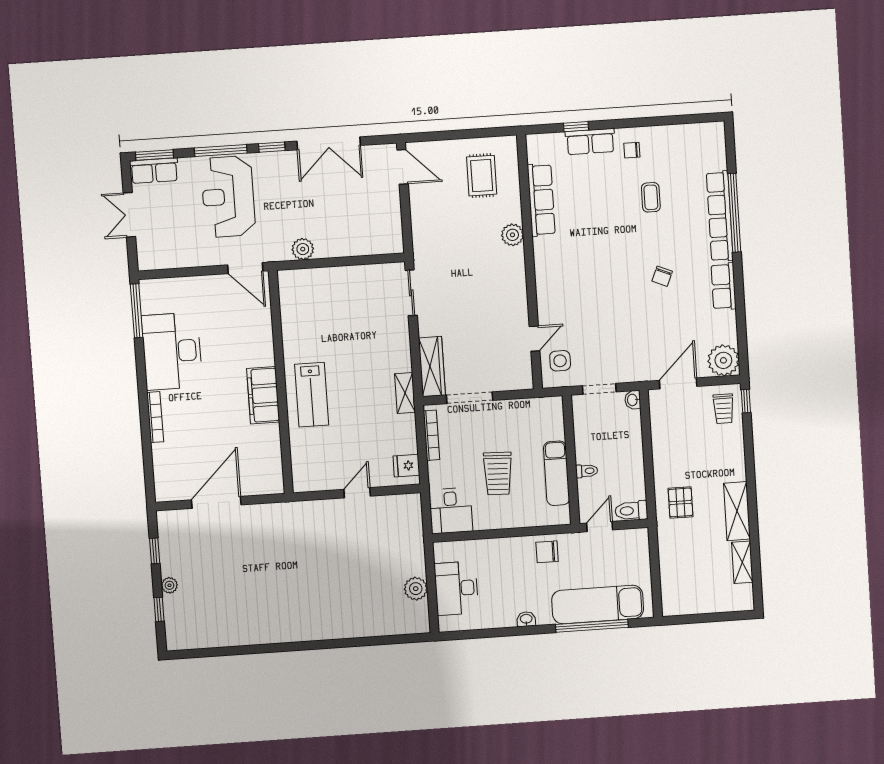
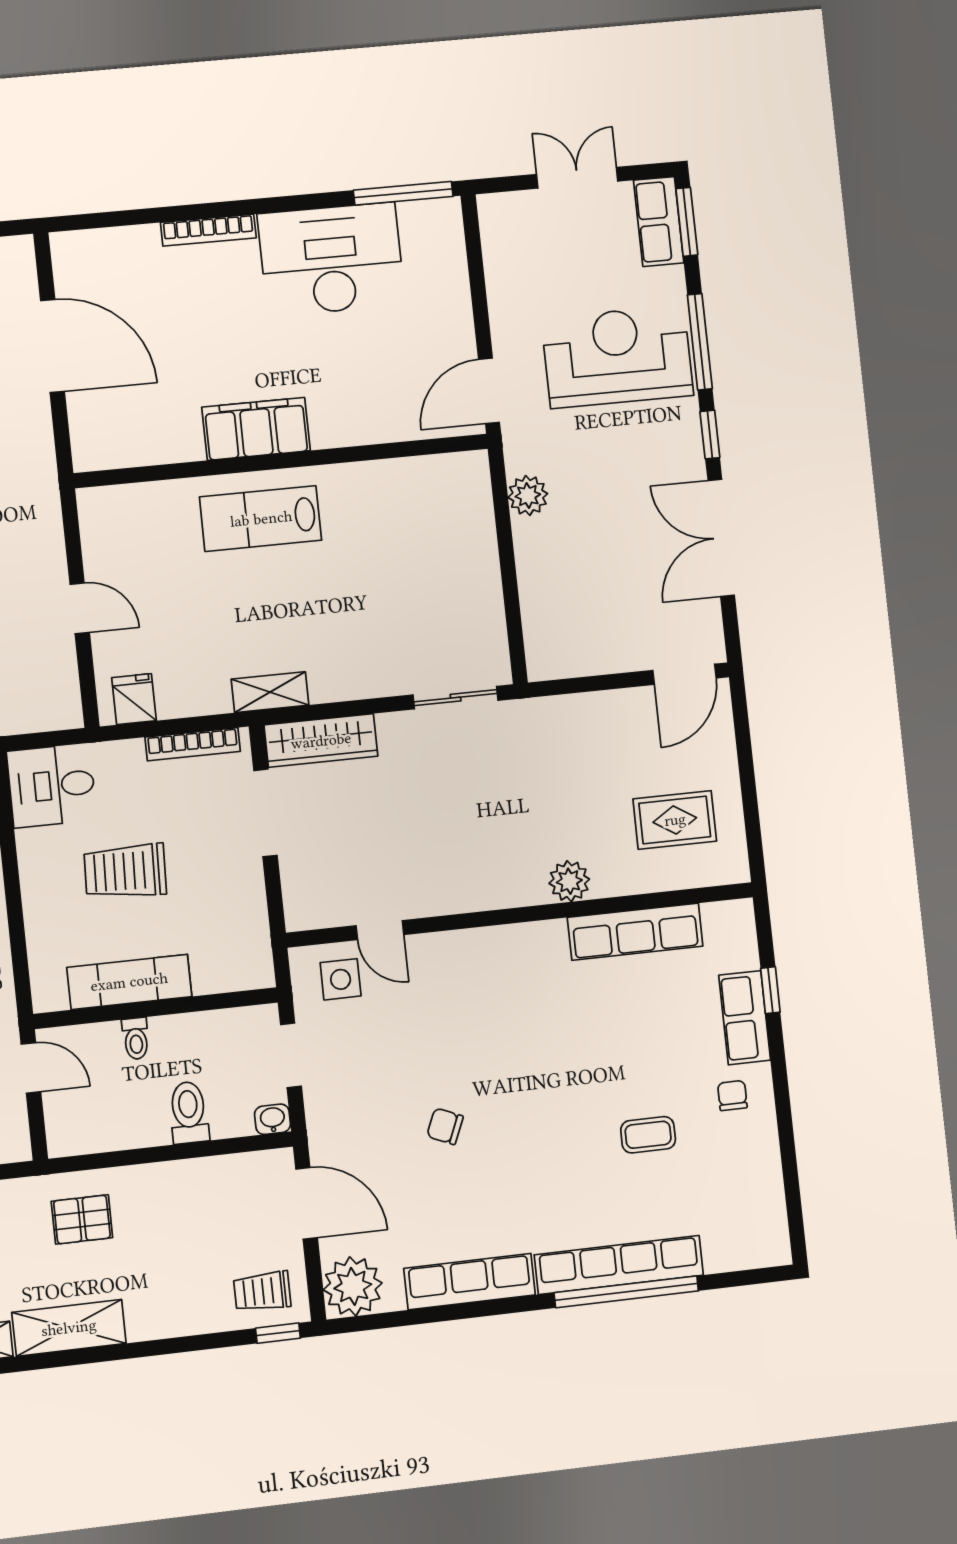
chair: (662, 276) -> (445, 1126), moved
row of seats: (724, 286) -> (470, 1282), width x1.48
toilet: (631, 511) -> (189, 1113), moved

